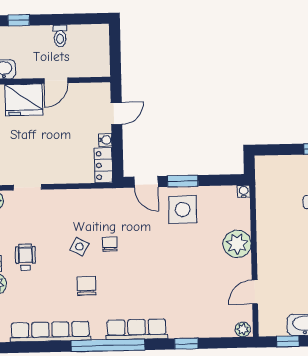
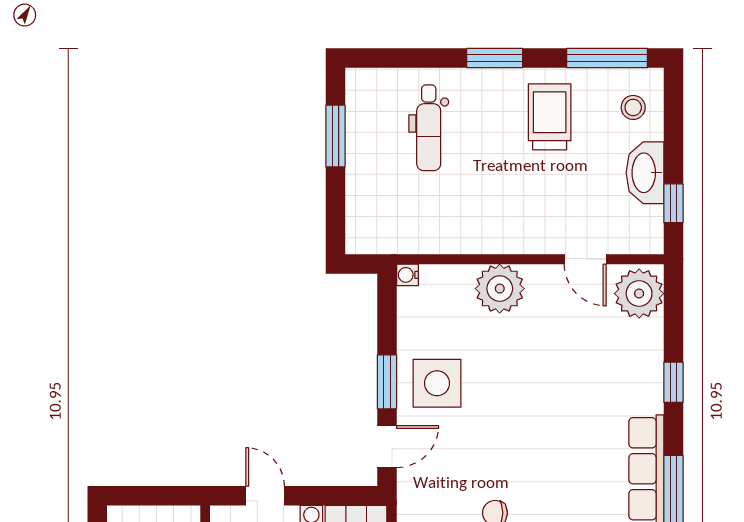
plant: (243, 329) -> (639, 294), width x1.88, depth x1.88

